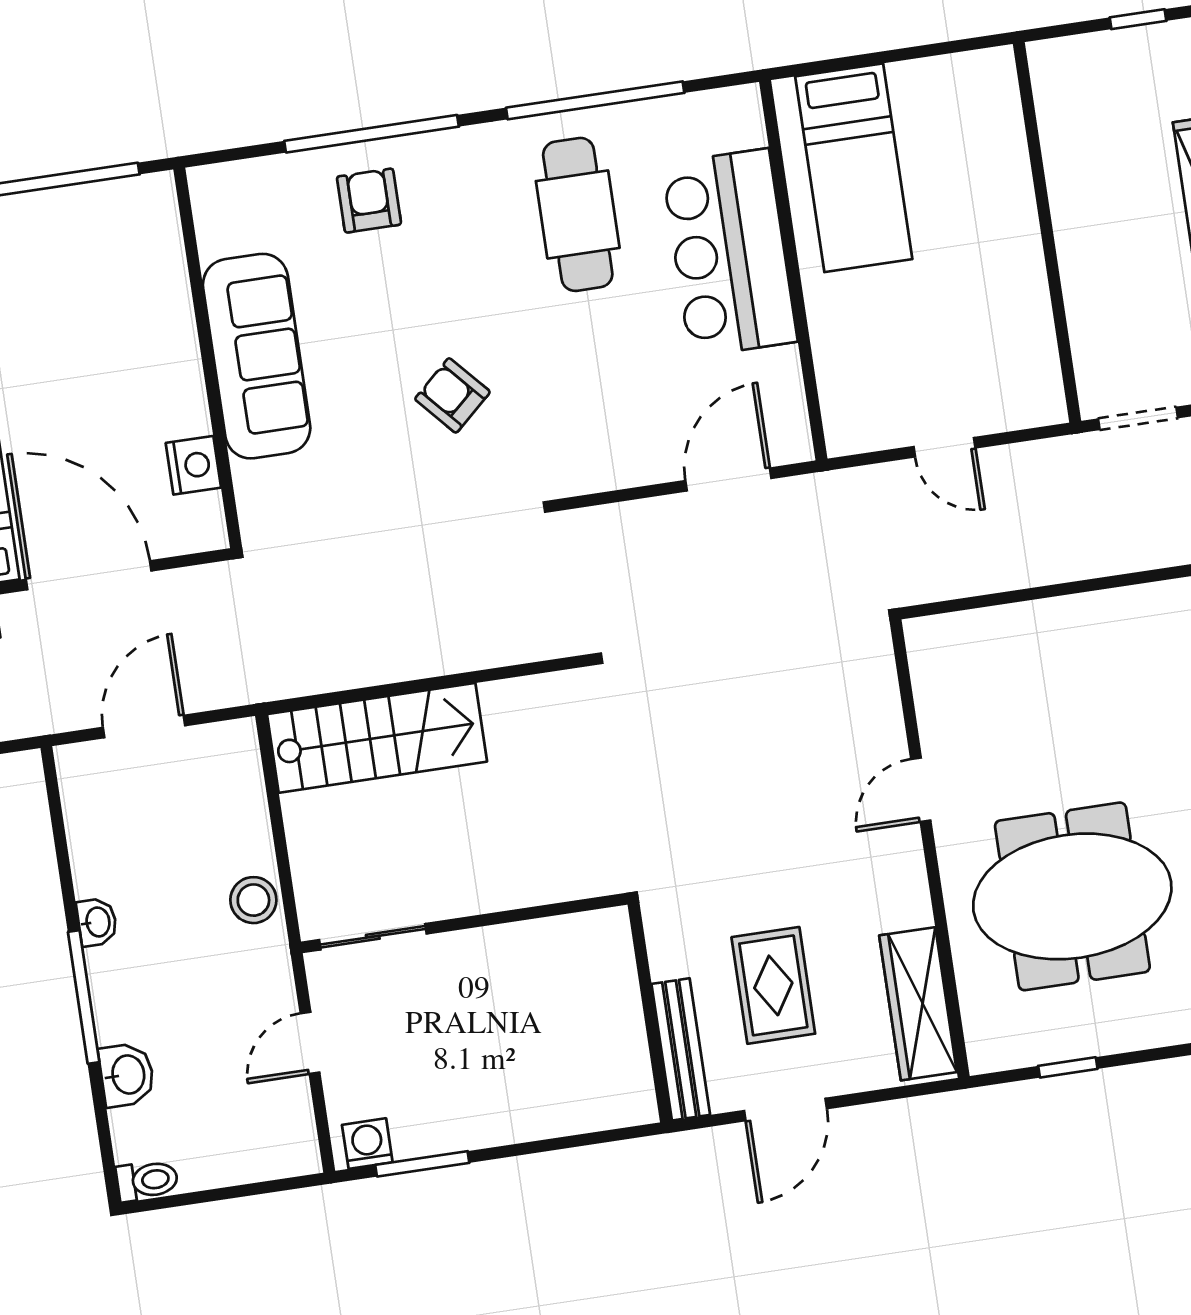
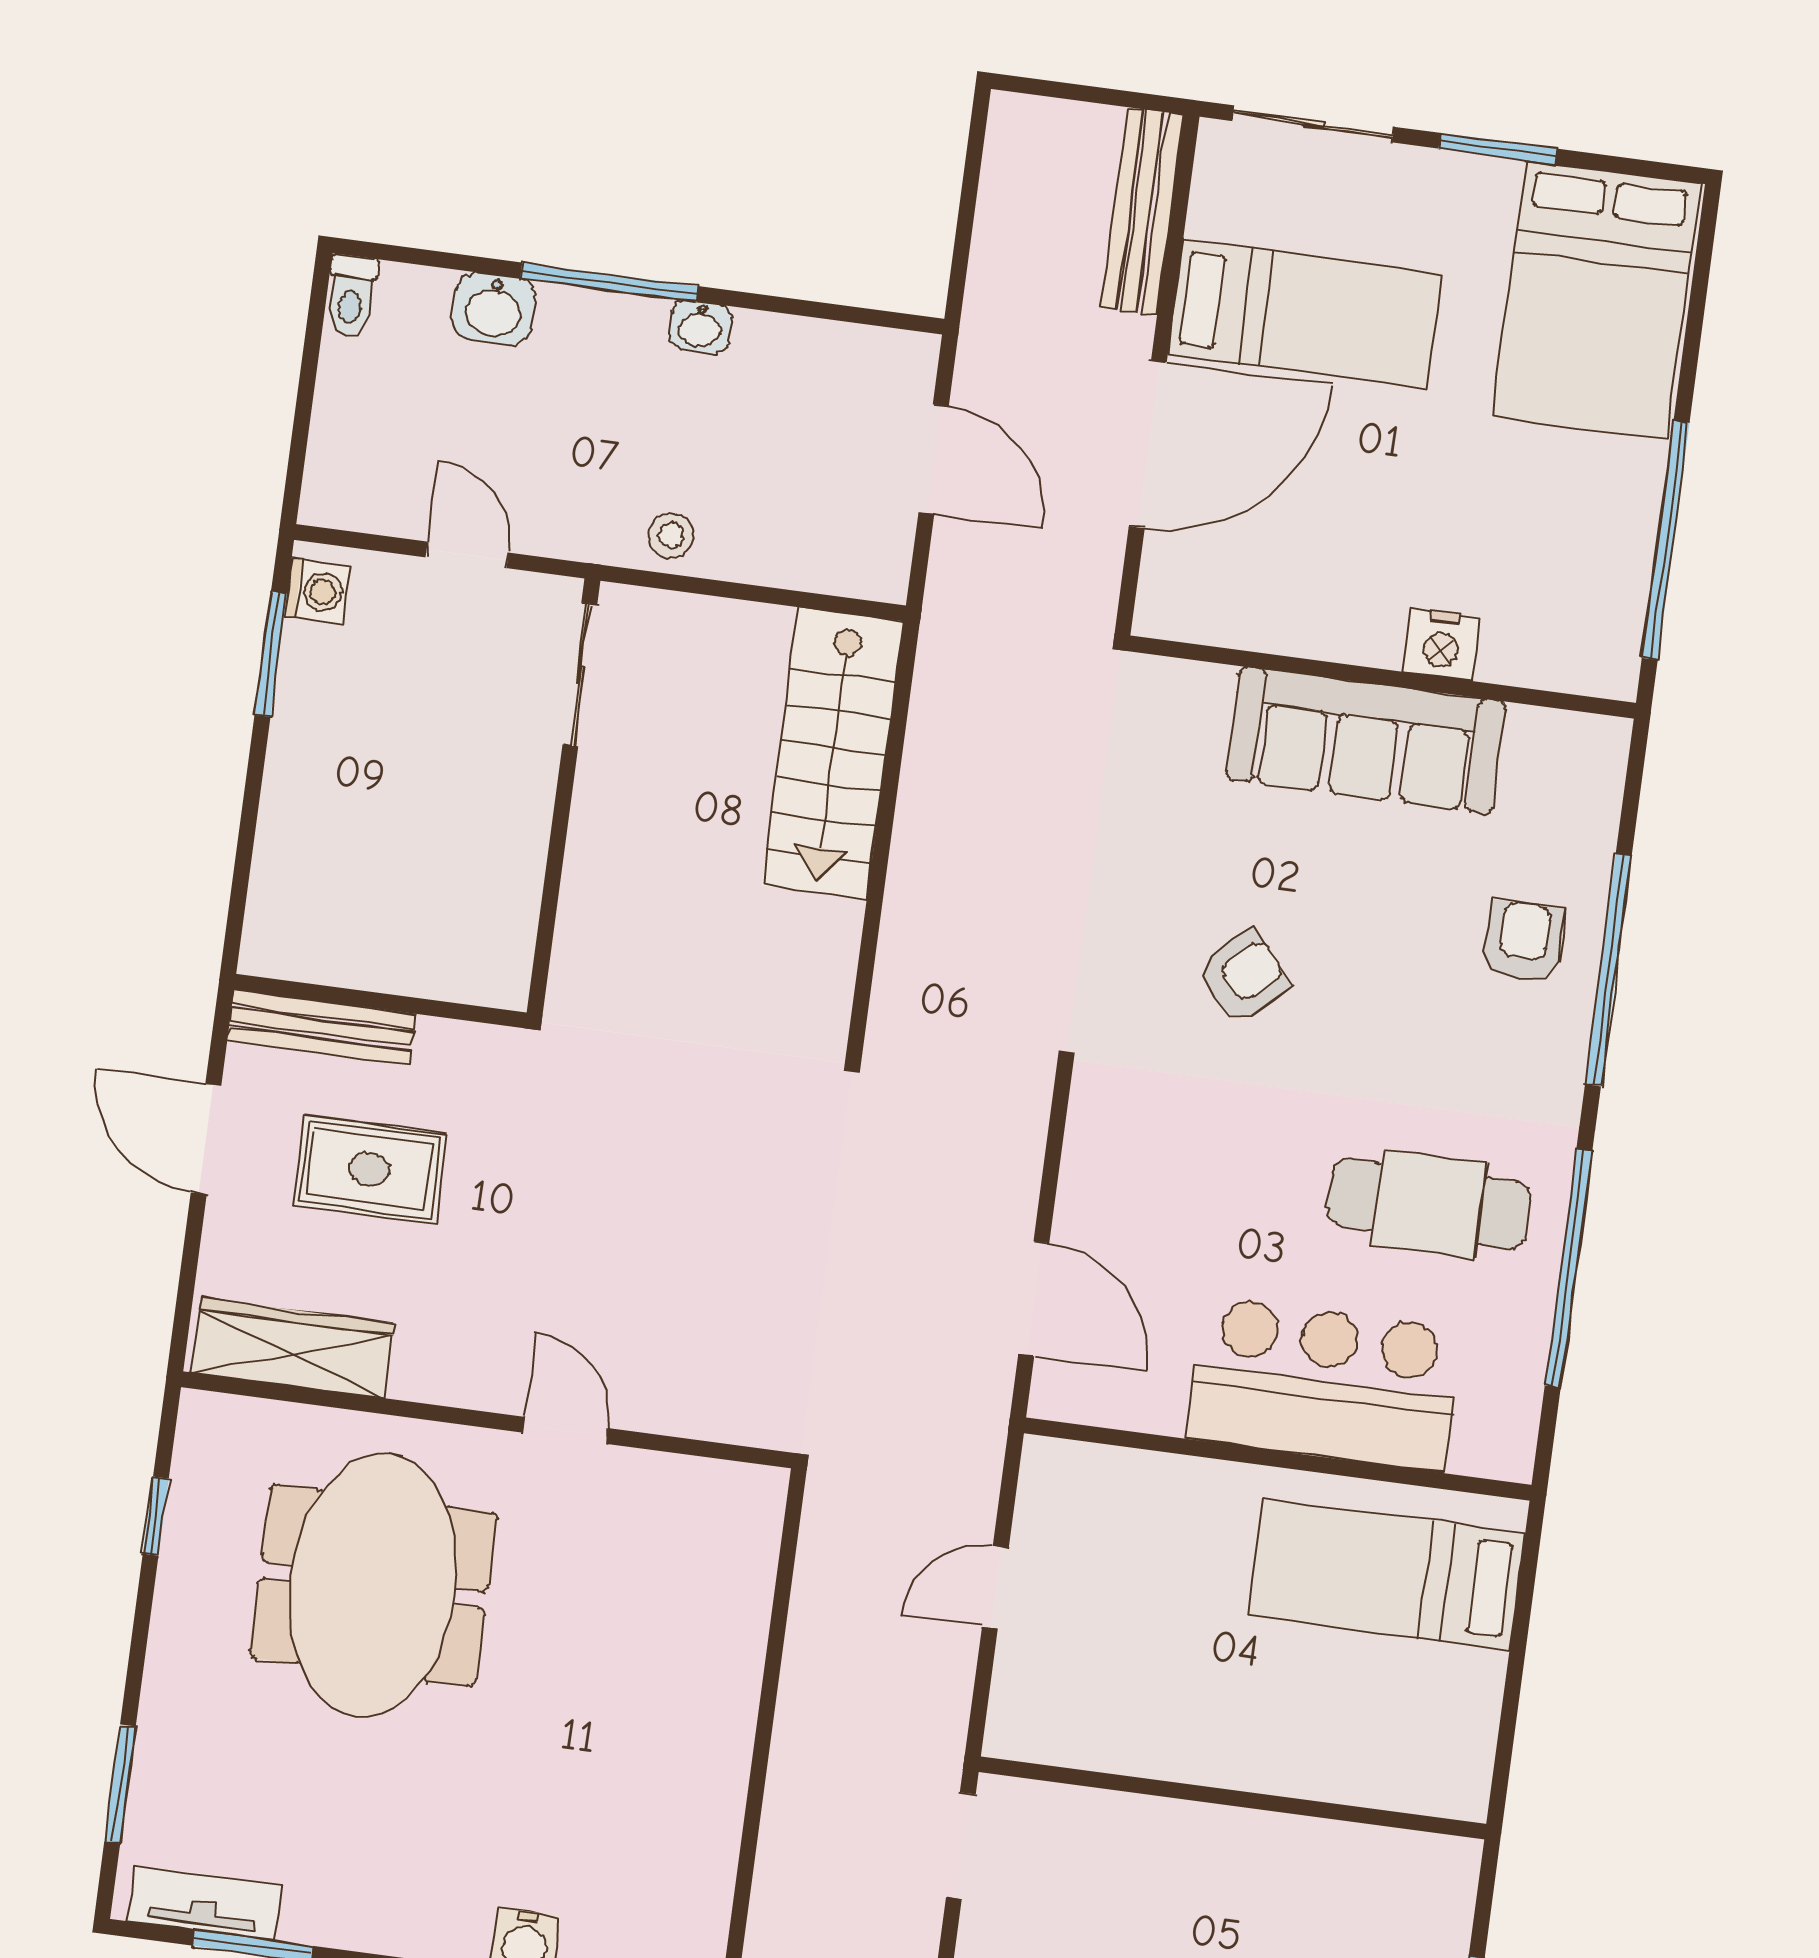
armchair: (369, 201) -> (1524, 942), turned -90
nightstand: (193, 465) -> (1442, 645), moved
stool: (253, 900) -> (671, 535), width x0.73, depth x0.73

